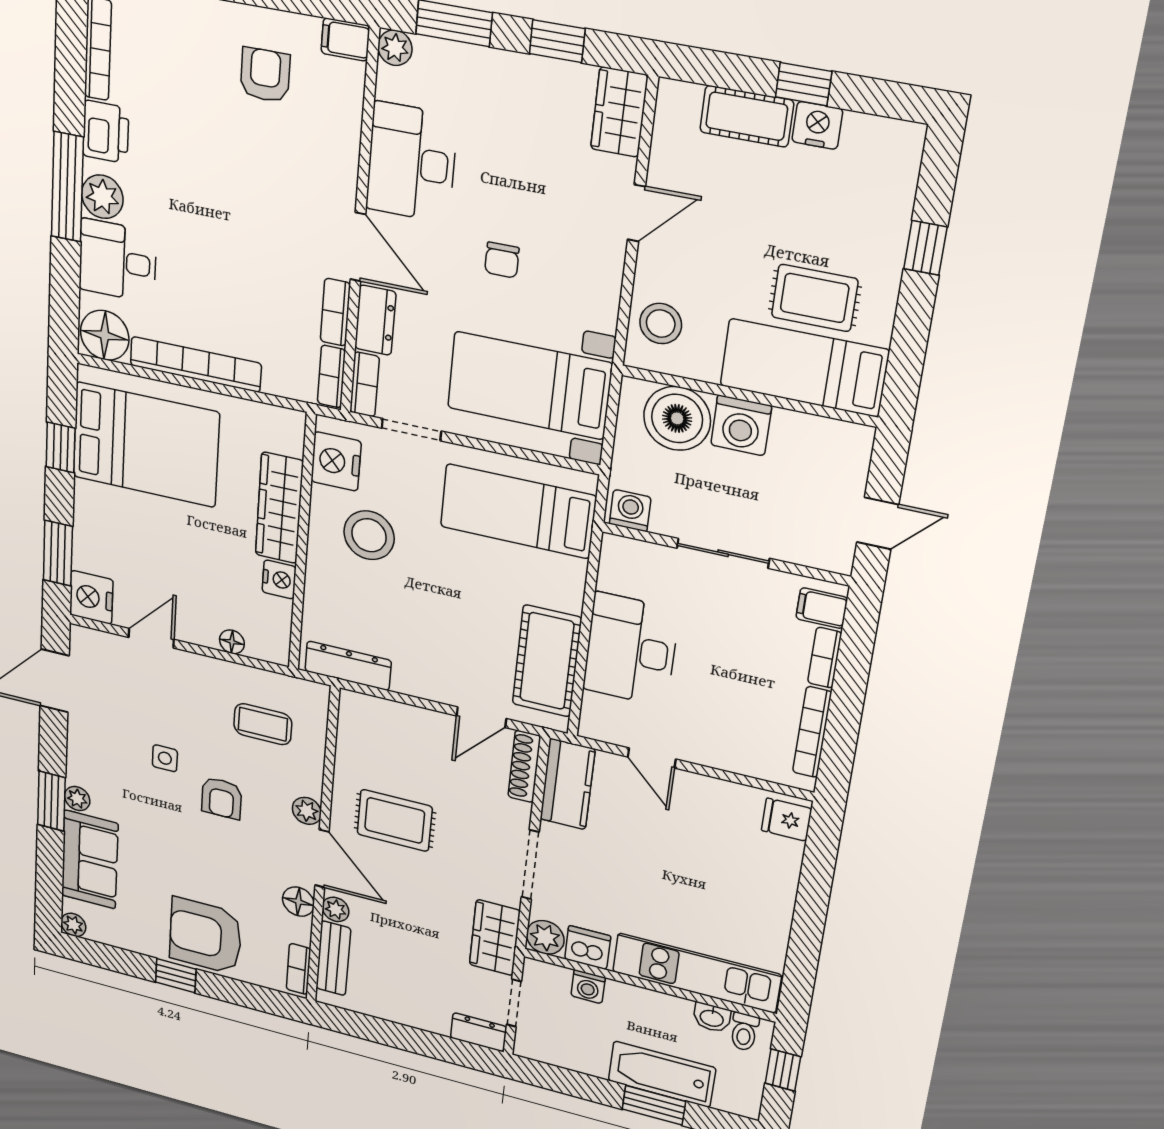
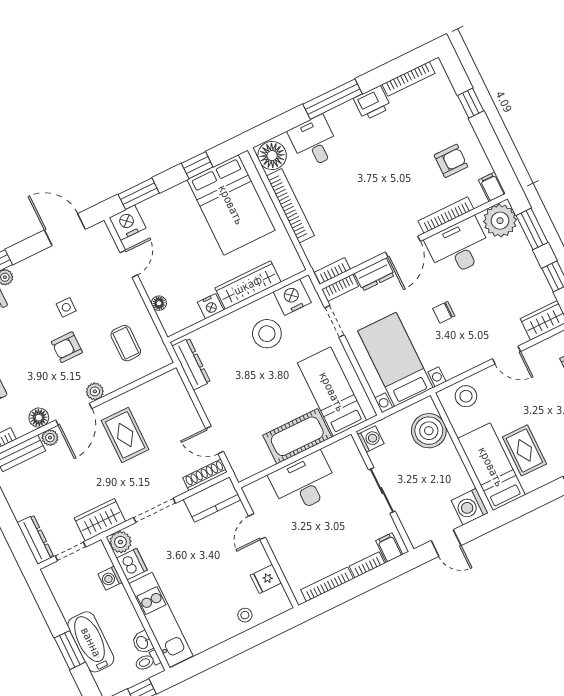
plant: (395, 48) -> (500, 221), width x1.88, depth x1.88
plant: (102, 197) -> (340, 118), removed
bookcase: (335, 312) -> (446, 215), moved, width x1.56
washing machine: (741, 425) -> (470, 507), moved
door: (151, 638) -> (129, 264), hinge flipped
cot: (547, 661) -> (297, 436), moved
fridge: (787, 820) -> (266, 579), moved, turned -90
stool: (773, 869) -> (245, 615), added
dresser: (479, 1032) -> (35, 540), width x1.44

